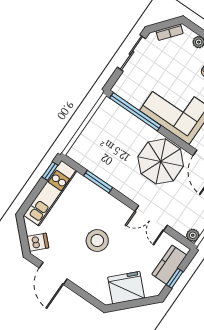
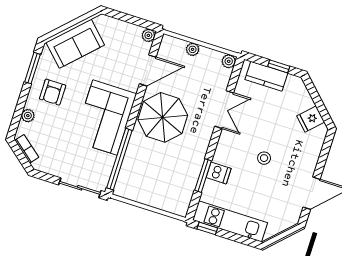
sliding door: (131, 53) -> (80, 188), moved
stool: (97, 241) -> (264, 158), width x0.53, depth x0.53
dishwasher: (38, 242) -> (219, 173), moved, turned 135
fridge: (126, 288) -> (311, 119), width x0.53, depth x0.75

